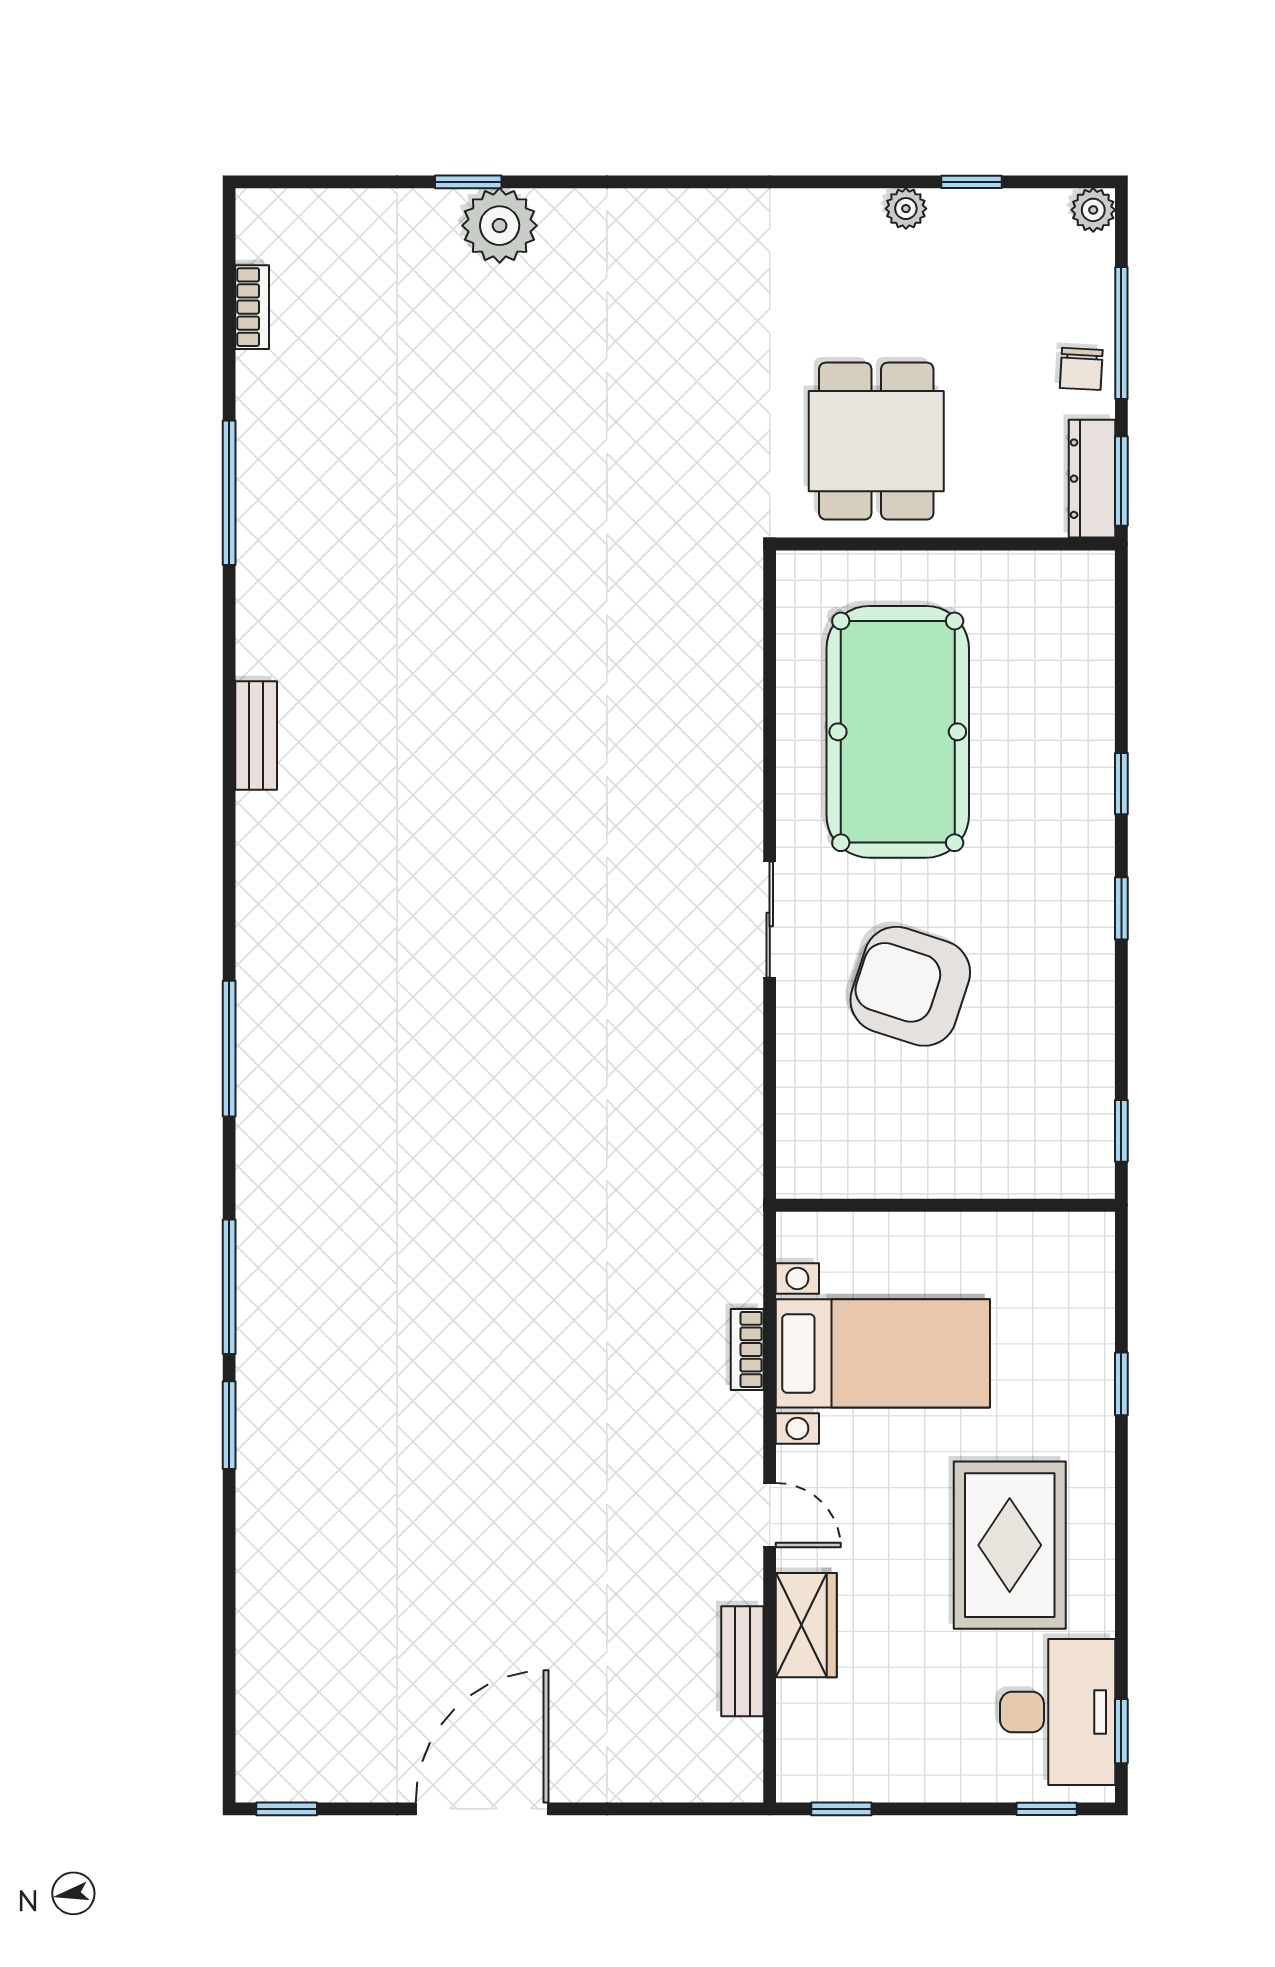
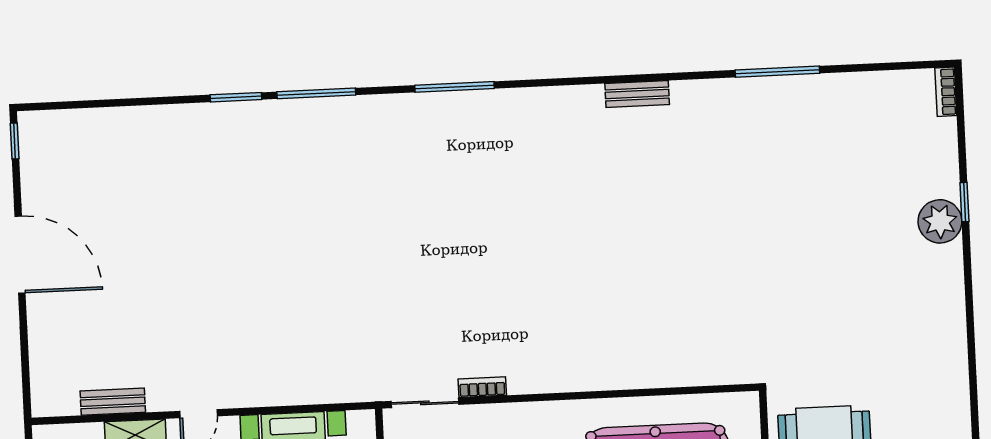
bookcase: (252, 307) -> (946, 92), moved, turned 90
sliding door: (770, 920) -> (425, 403), moved
bookcase: (747, 1350) -> (482, 387), moved

